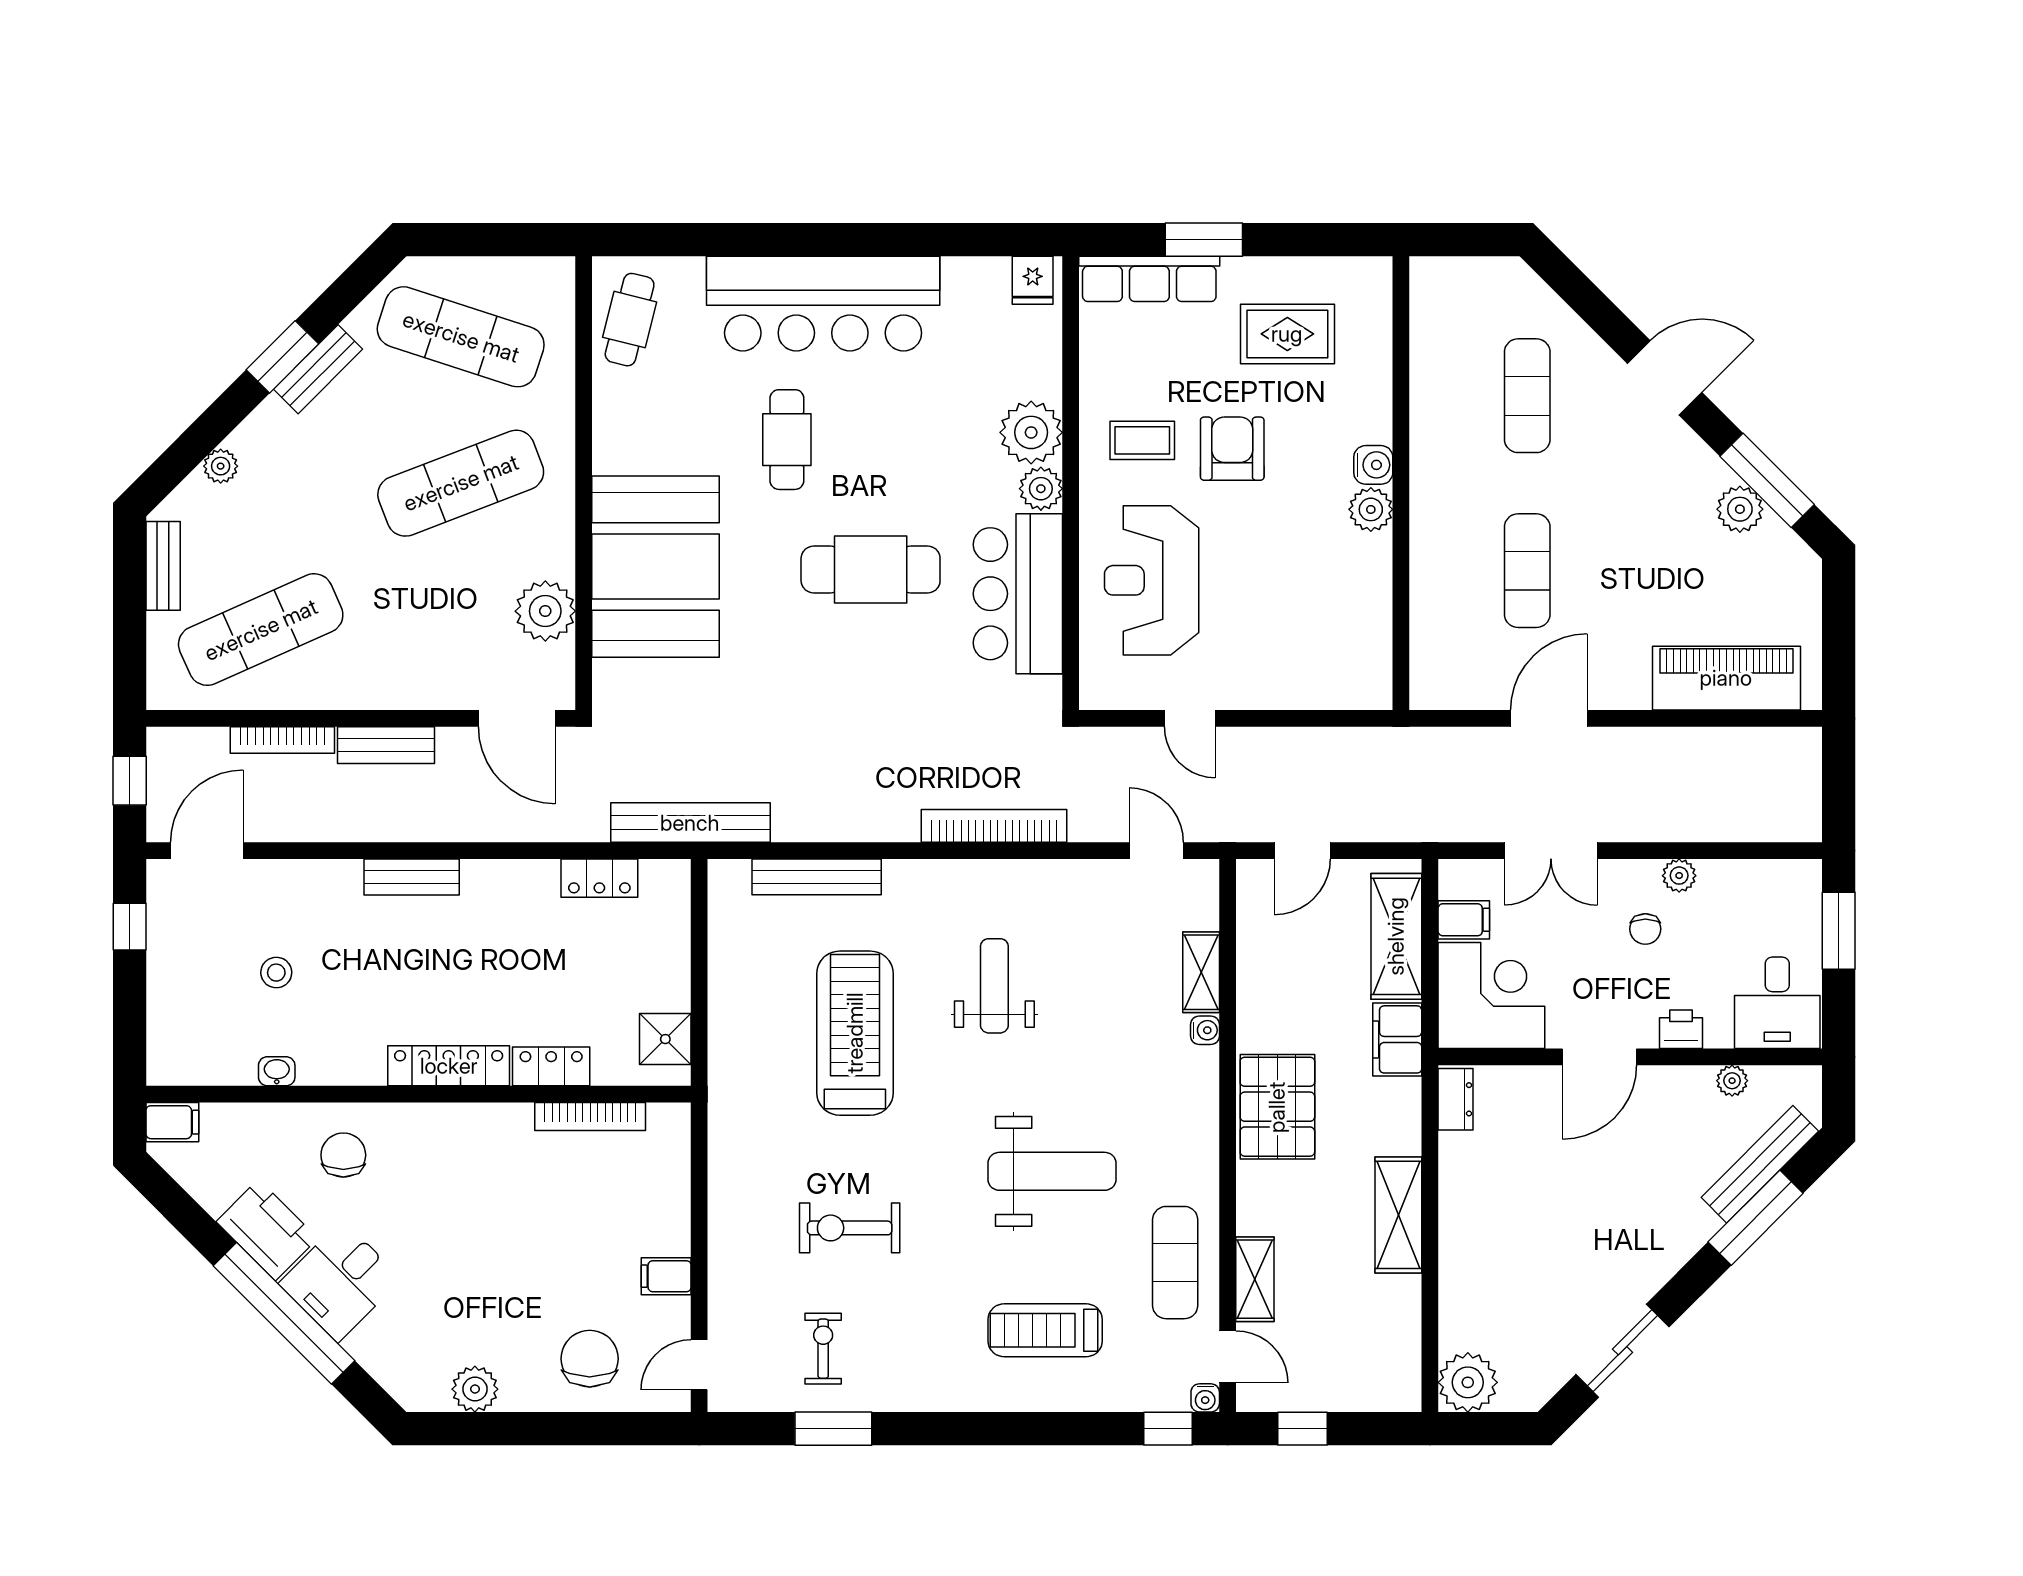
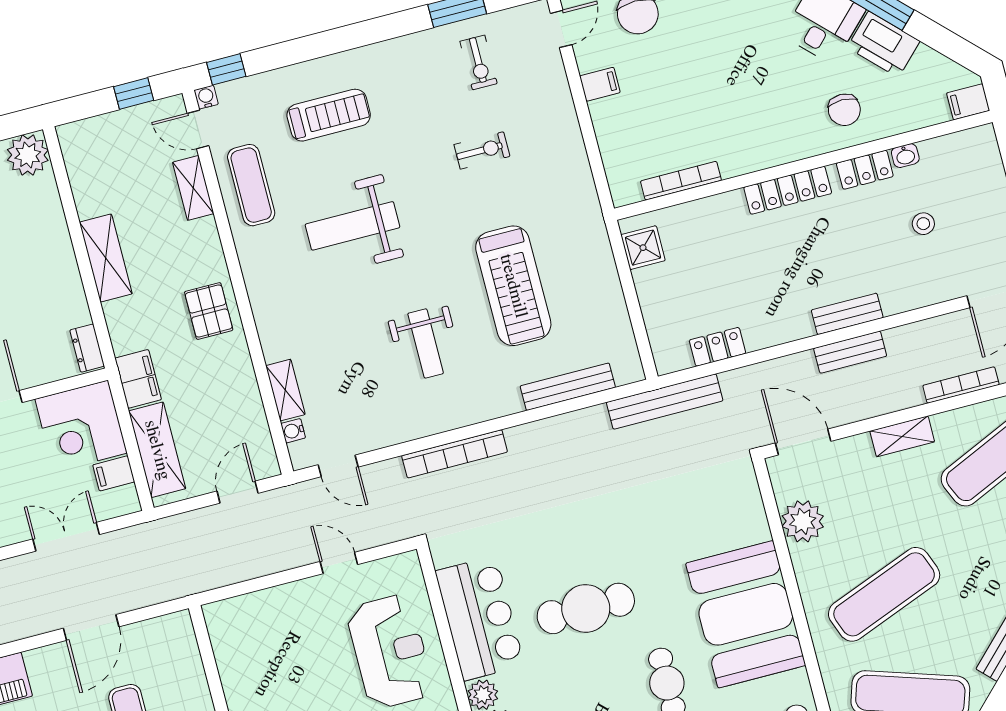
booth: (656, 567) -> (746, 614), moved
shelving: (380, 691) -> (902, 436), added
bench: (386, 745) -> (850, 352), moved
water cooler: (1205, 1030) -> (293, 431), moved
locker: (551, 1066) -> (865, 170), moved
pallet: (1277, 1107) -> (209, 311), width x0.67, depth x0.71
exercise bike: (850, 1228) -> (482, 150), width x0.73, depth x0.72

